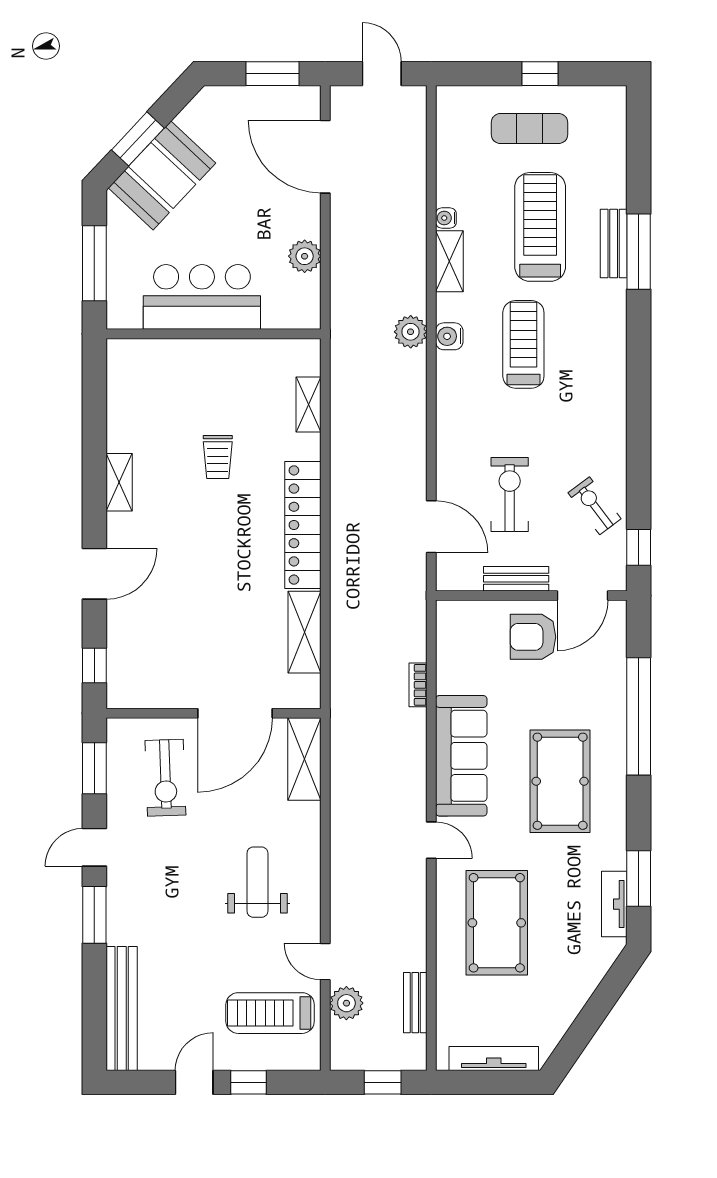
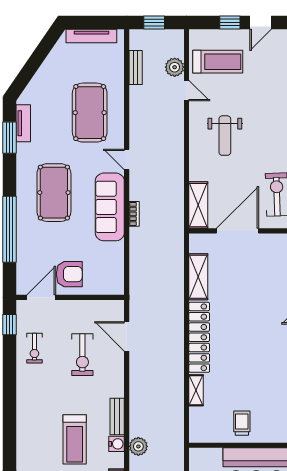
shelving: (308, 404) -> (196, 390), moved
trolley: (218, 457) -> (242, 423), moved
exercise bike: (595, 506) -> (34, 348), turned 37
bench: (516, 579) -> (117, 416), moved, turned 90
bookcase: (418, 685) -> (134, 214), moved

